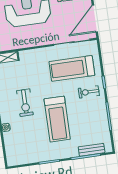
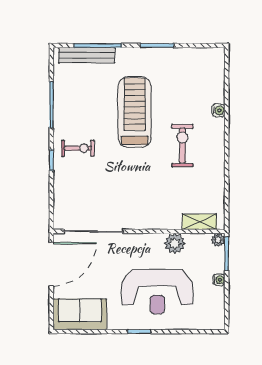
plant: (21, 42) -> (175, 243), added
treadmill: (72, 68) -> (100, 190), removed
bench: (92, 150) -> (87, 55), width x1.36

